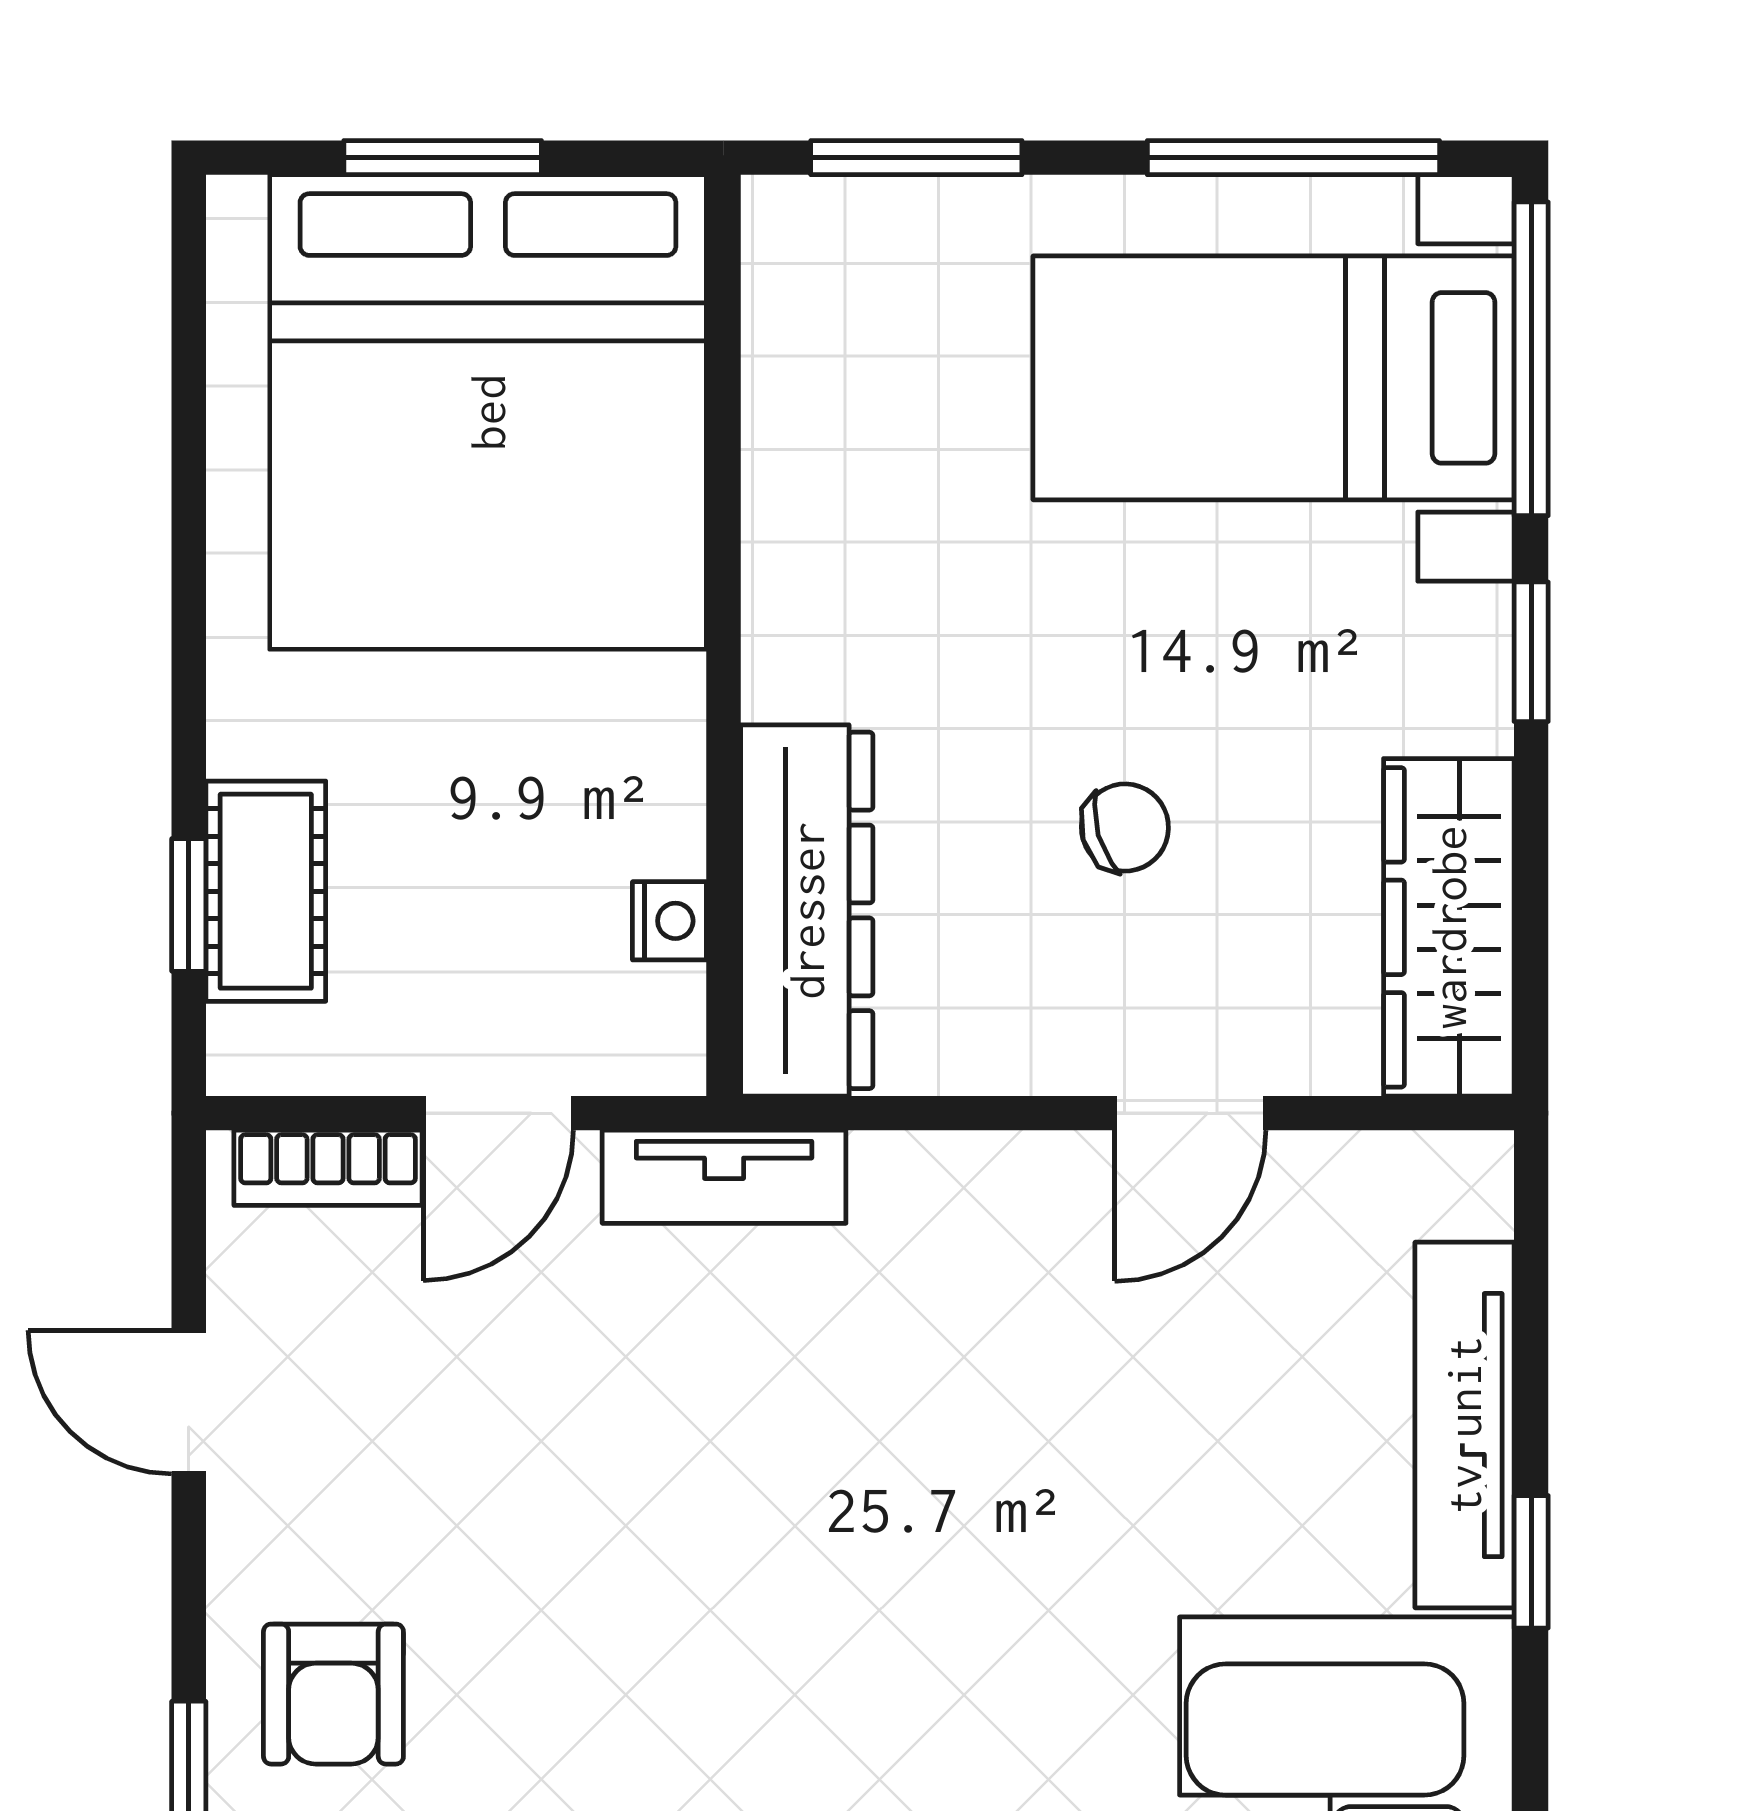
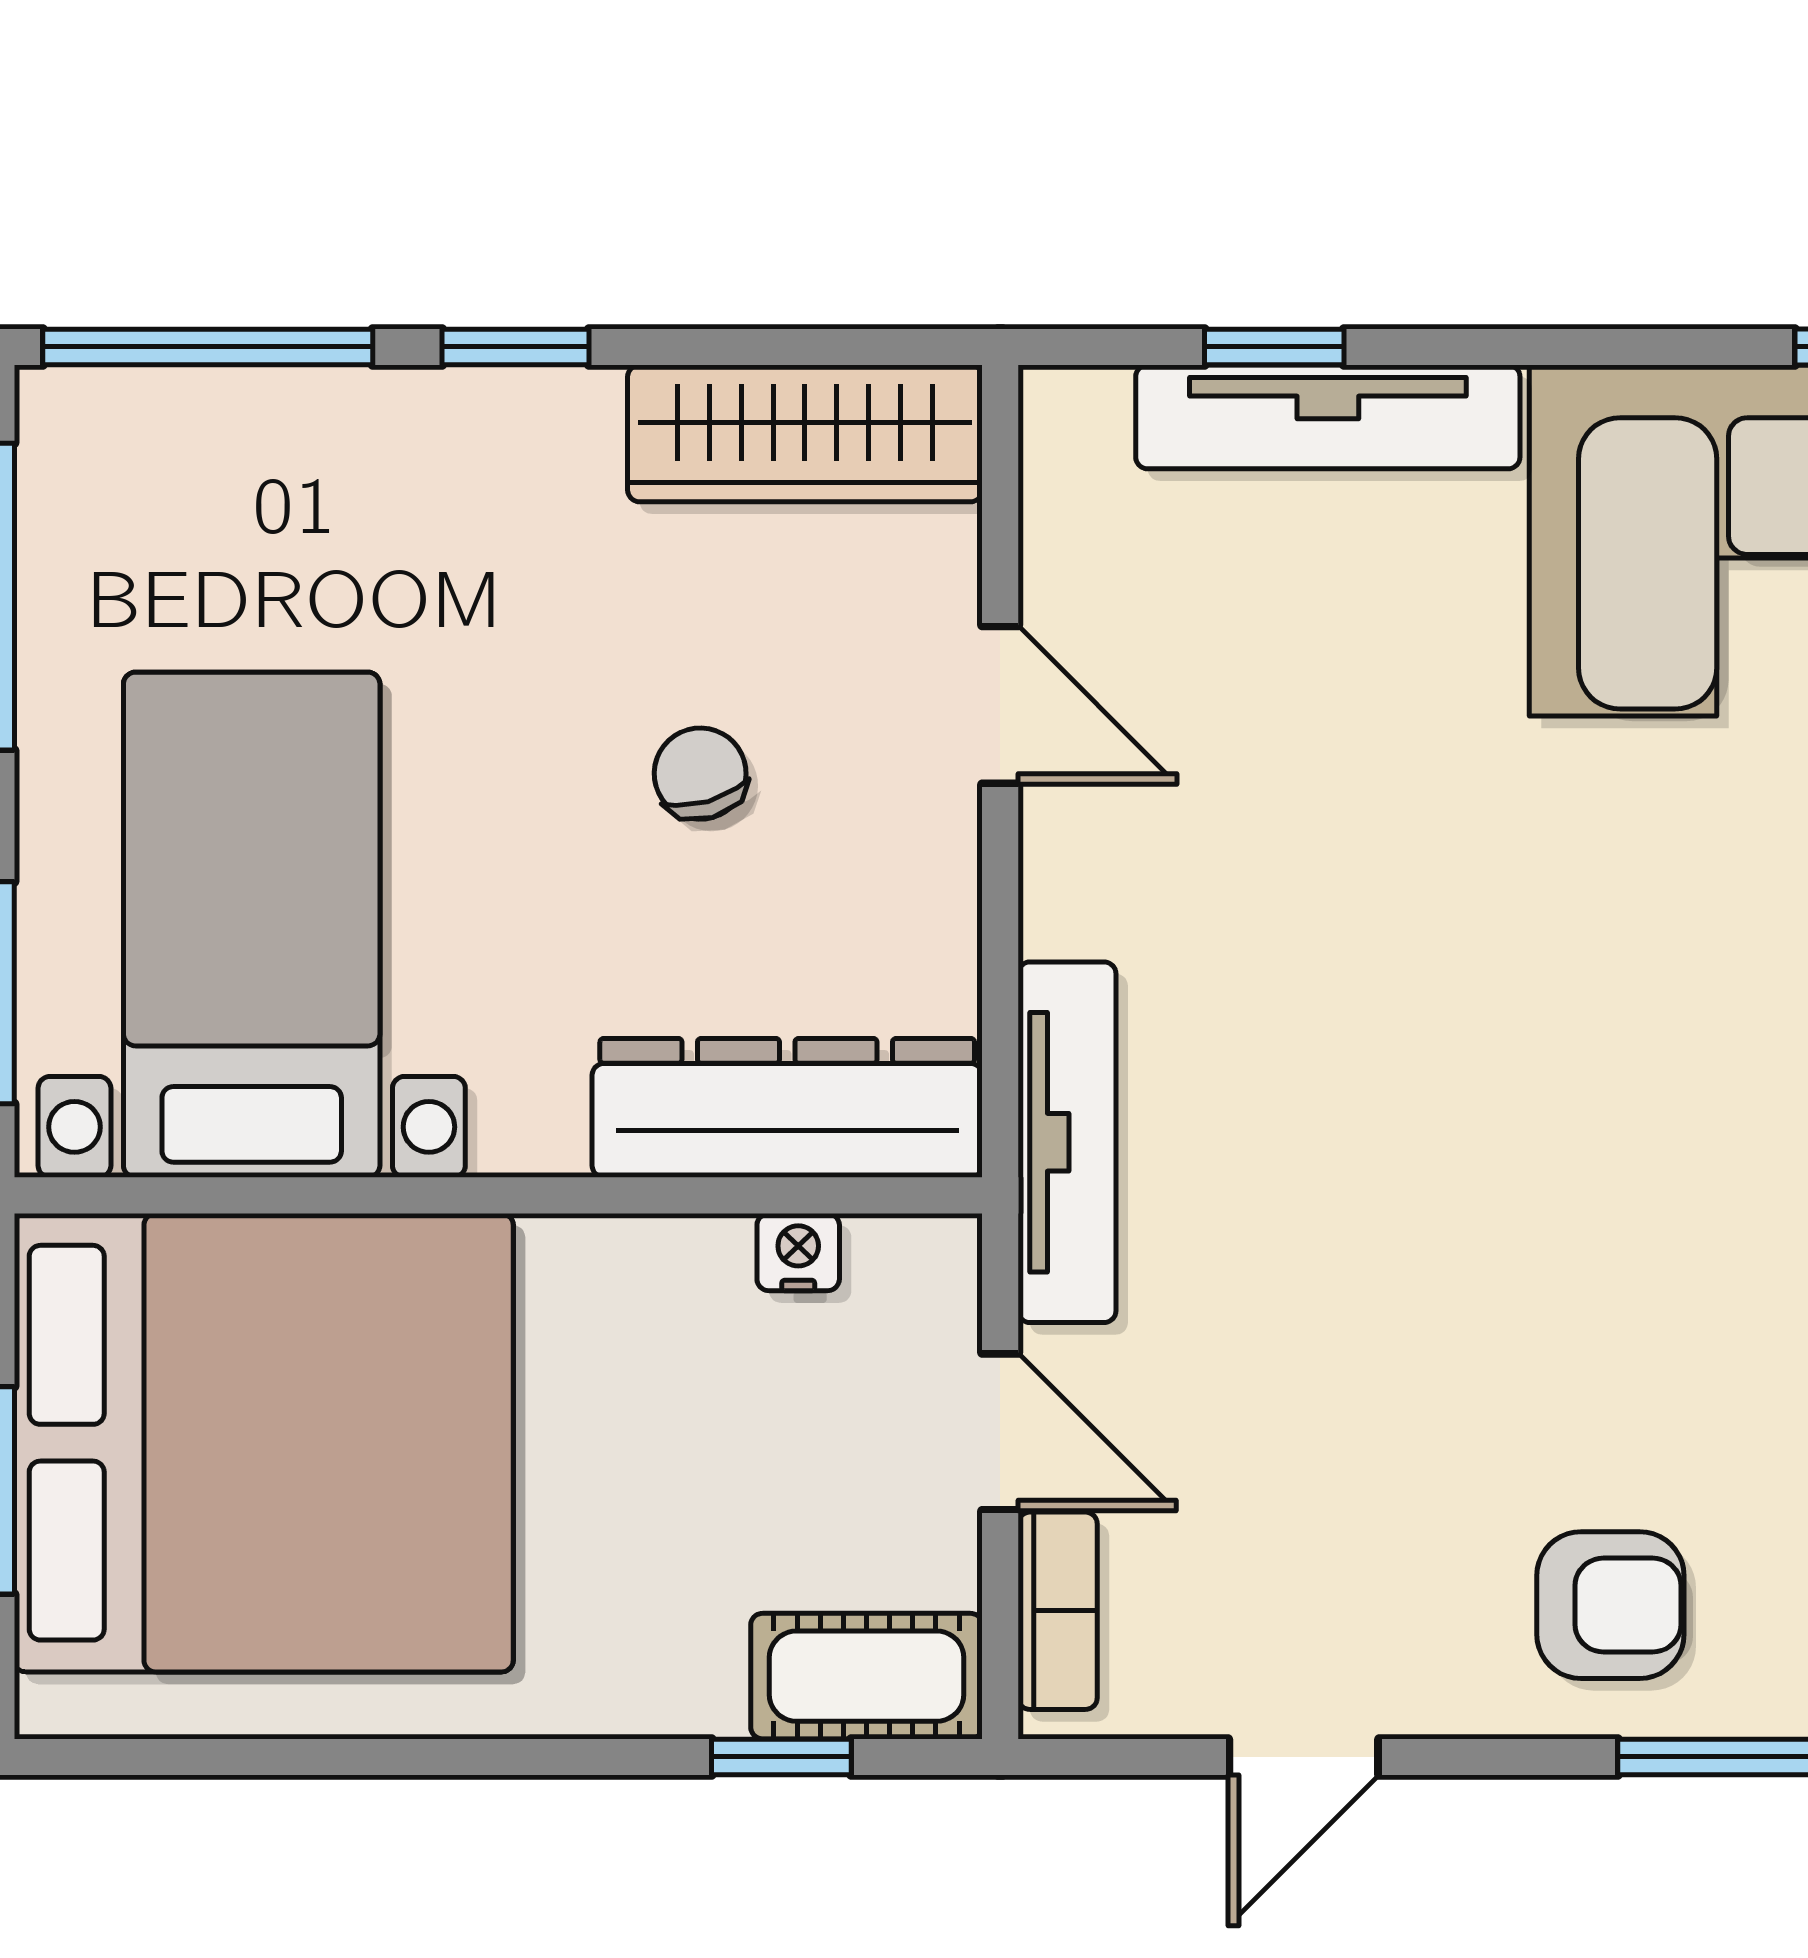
bed with nightstands: (1273, 378) -> (252, 925), moved, turned 180
cot: (266, 891) -> (867, 1676), moved
tv unit: (724, 1177) -> (1067, 1142), width x1.41
window: (1531, 1562) -> (1274, 347), moved

